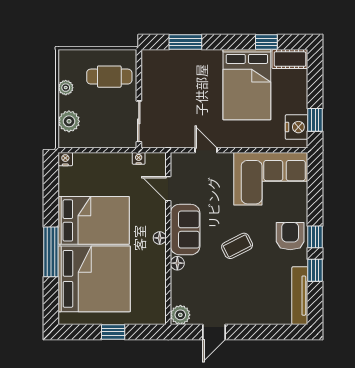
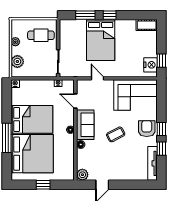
window: (266, 42) -> (110, 15), moved
bed: (247, 85) -> (101, 40), moved

